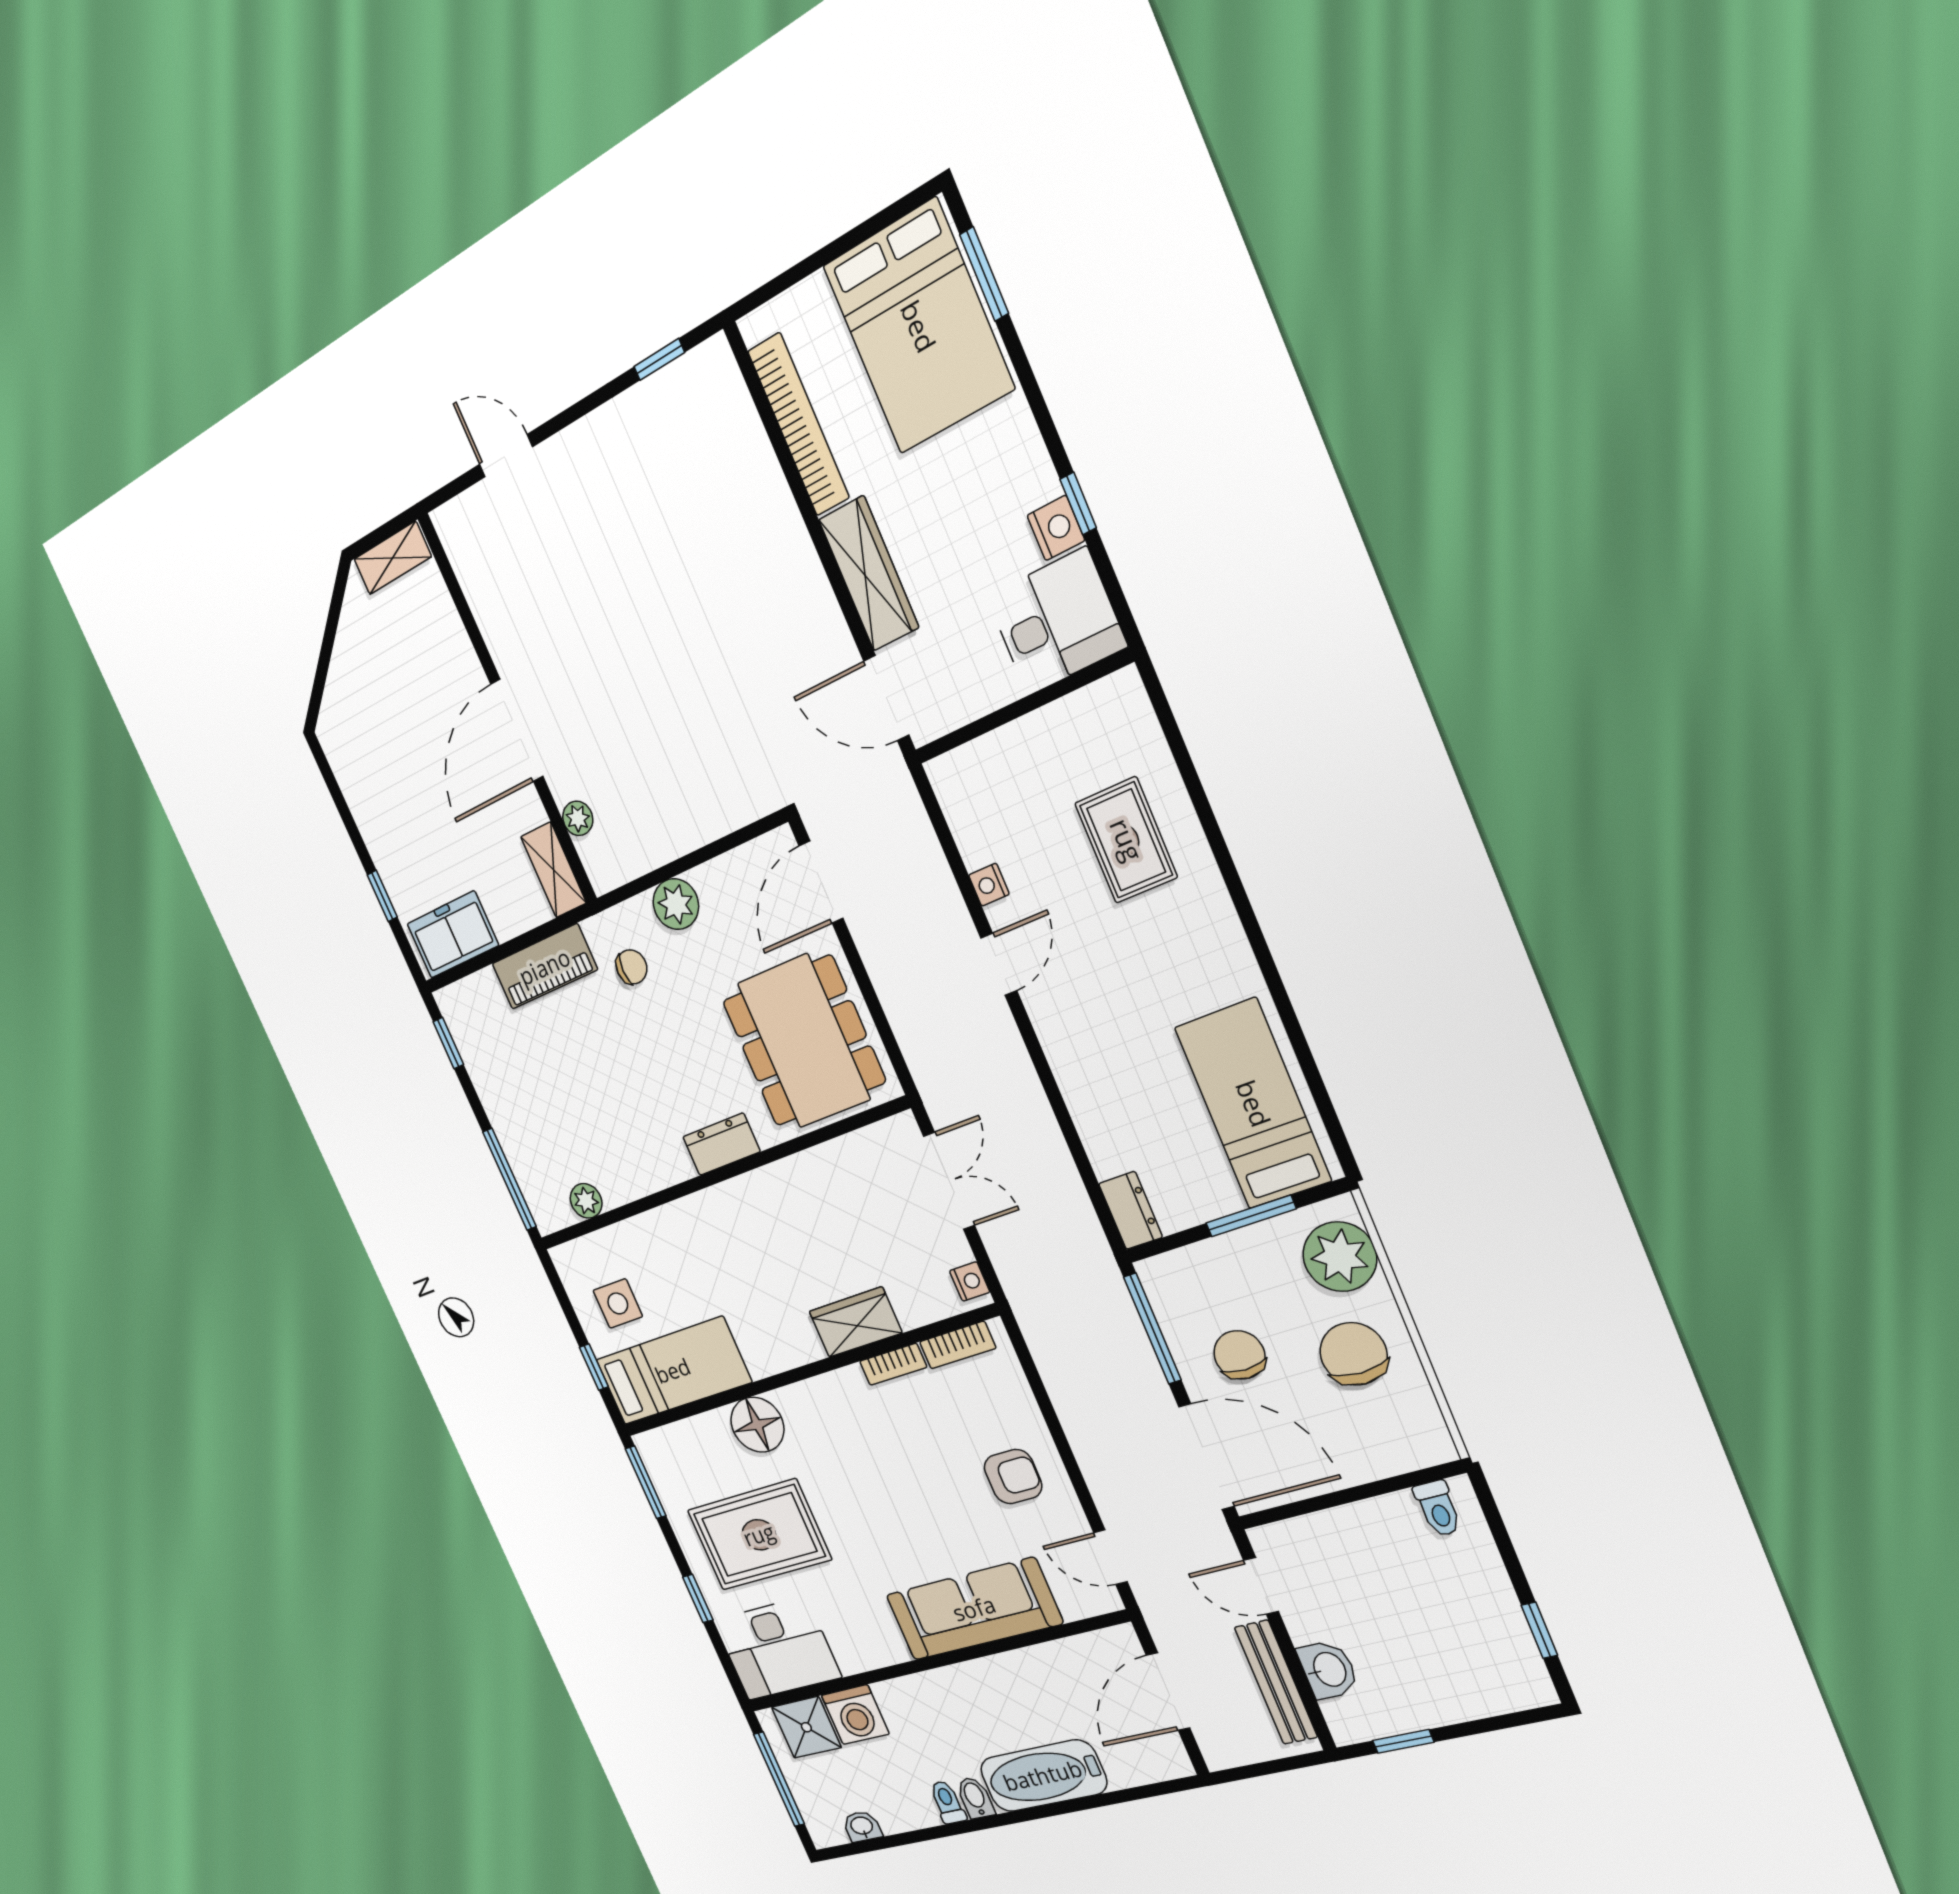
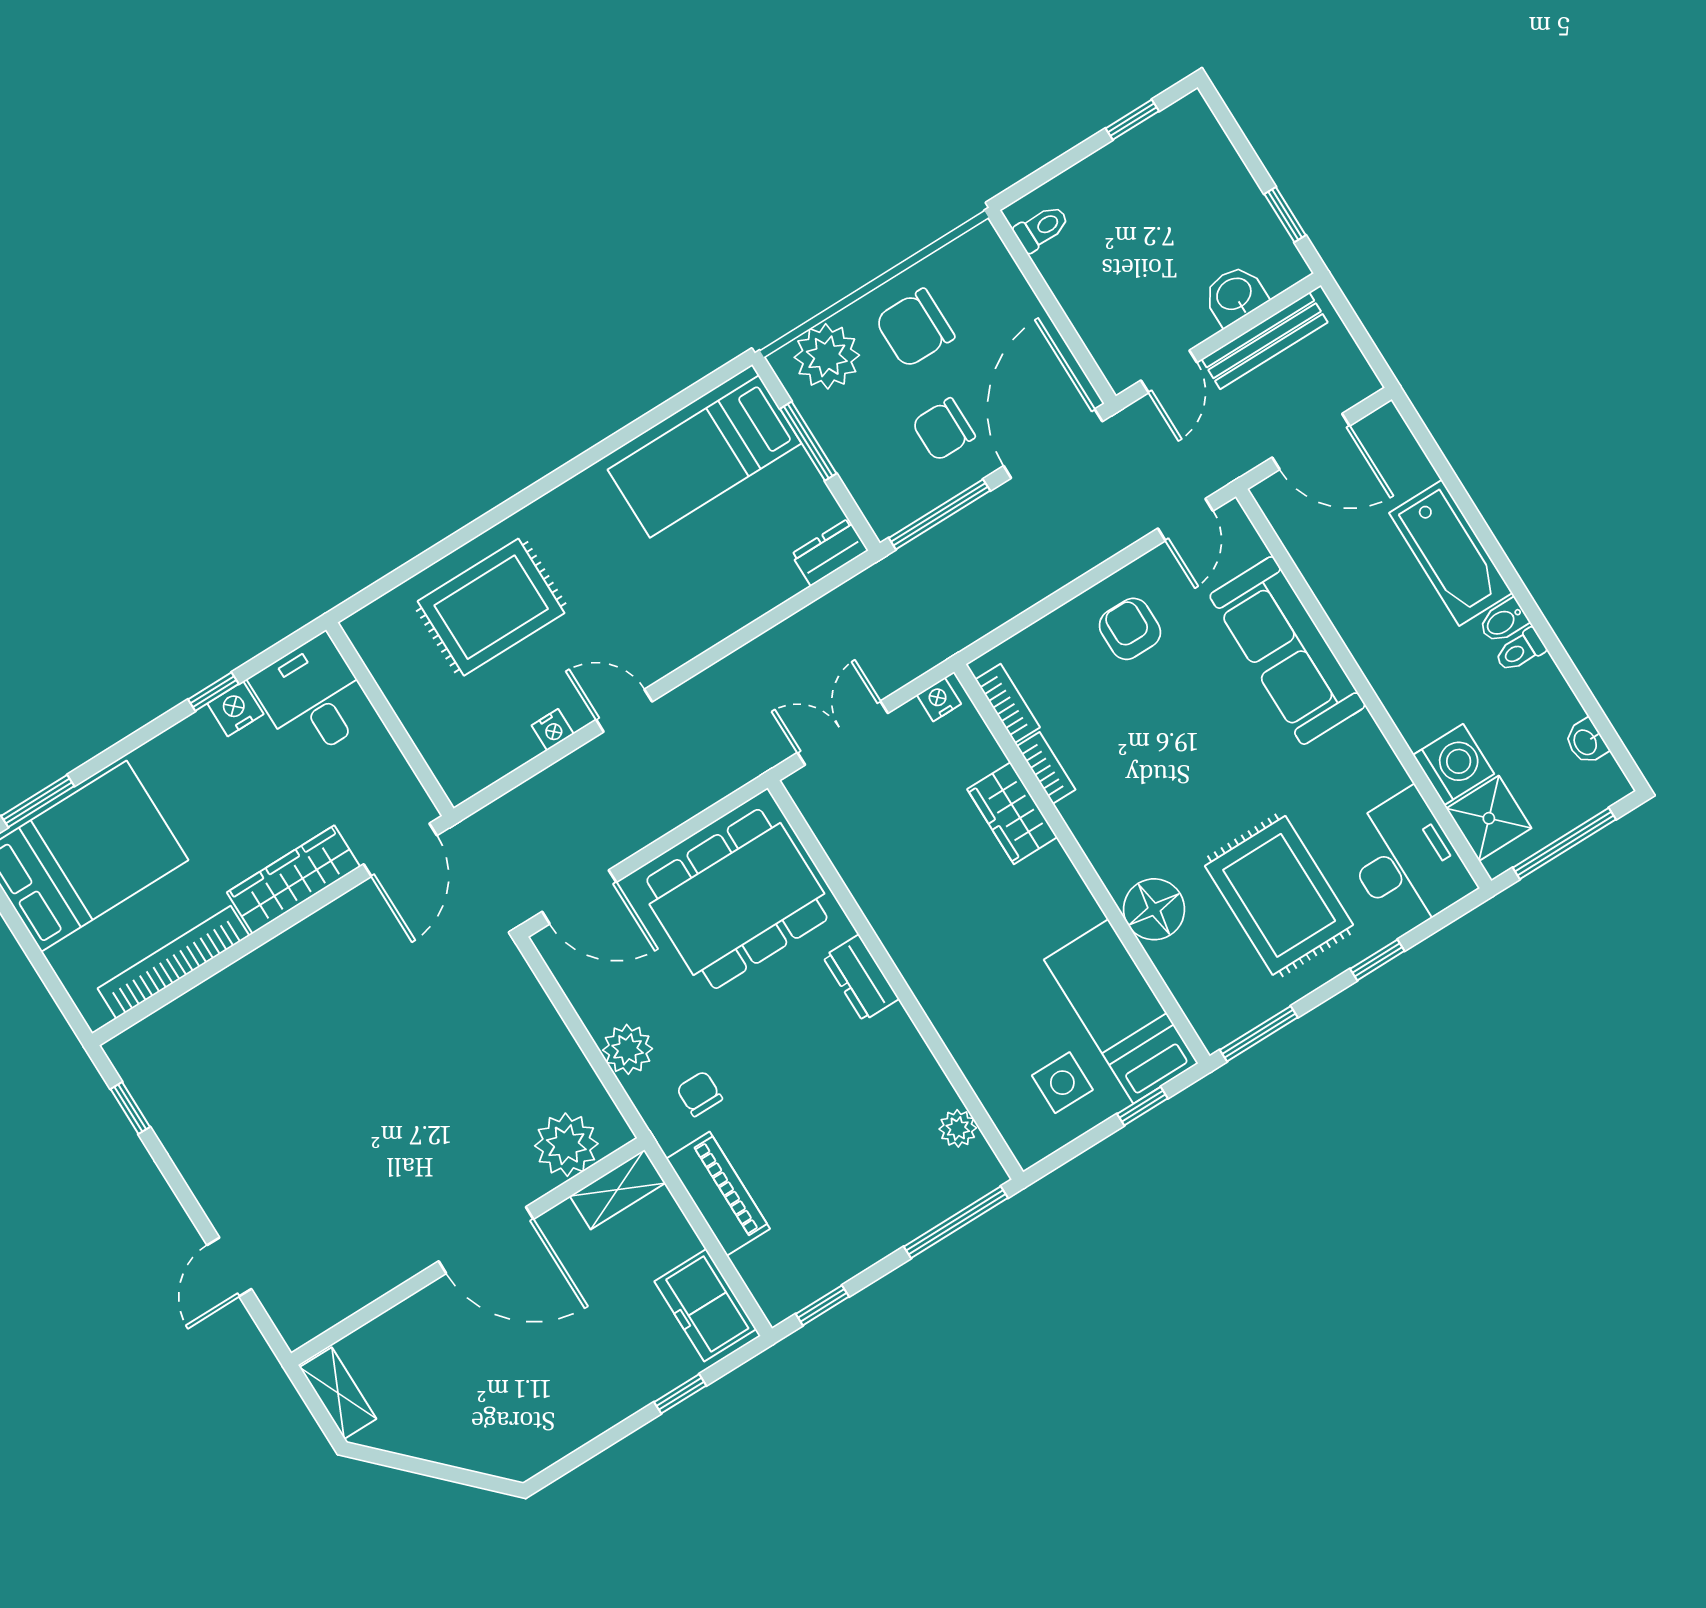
plant: (578, 818) -> (566, 1145), width x1.87, depth x1.87
rug: (1126, 840) -> (491, 607), width x1.36, depth x1.43

